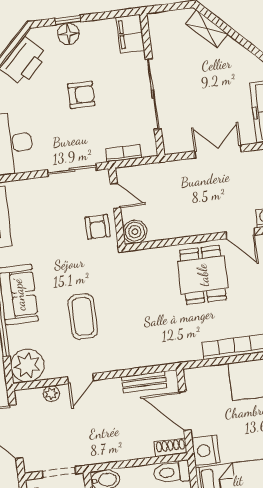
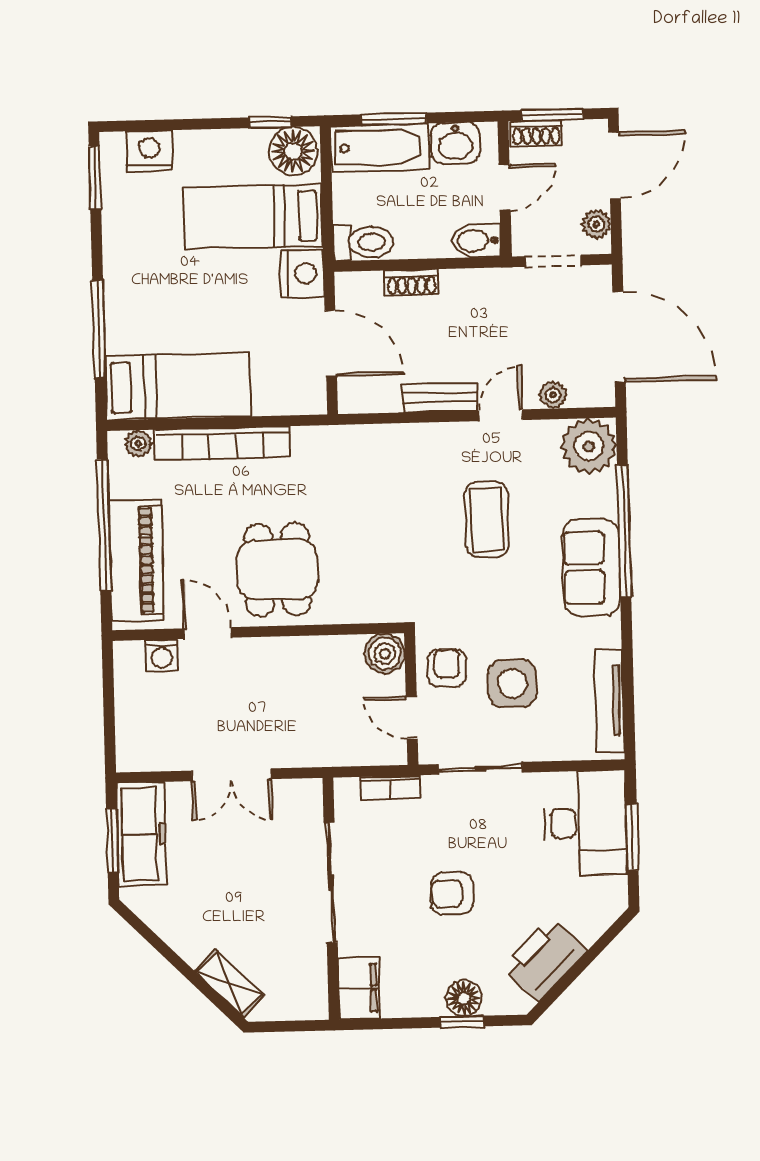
side table: (58, 222) -> (512, 683), added
bench: (144, 382) -> (440, 397), moved
shoe rack: (171, 448) -> (412, 283), moved

